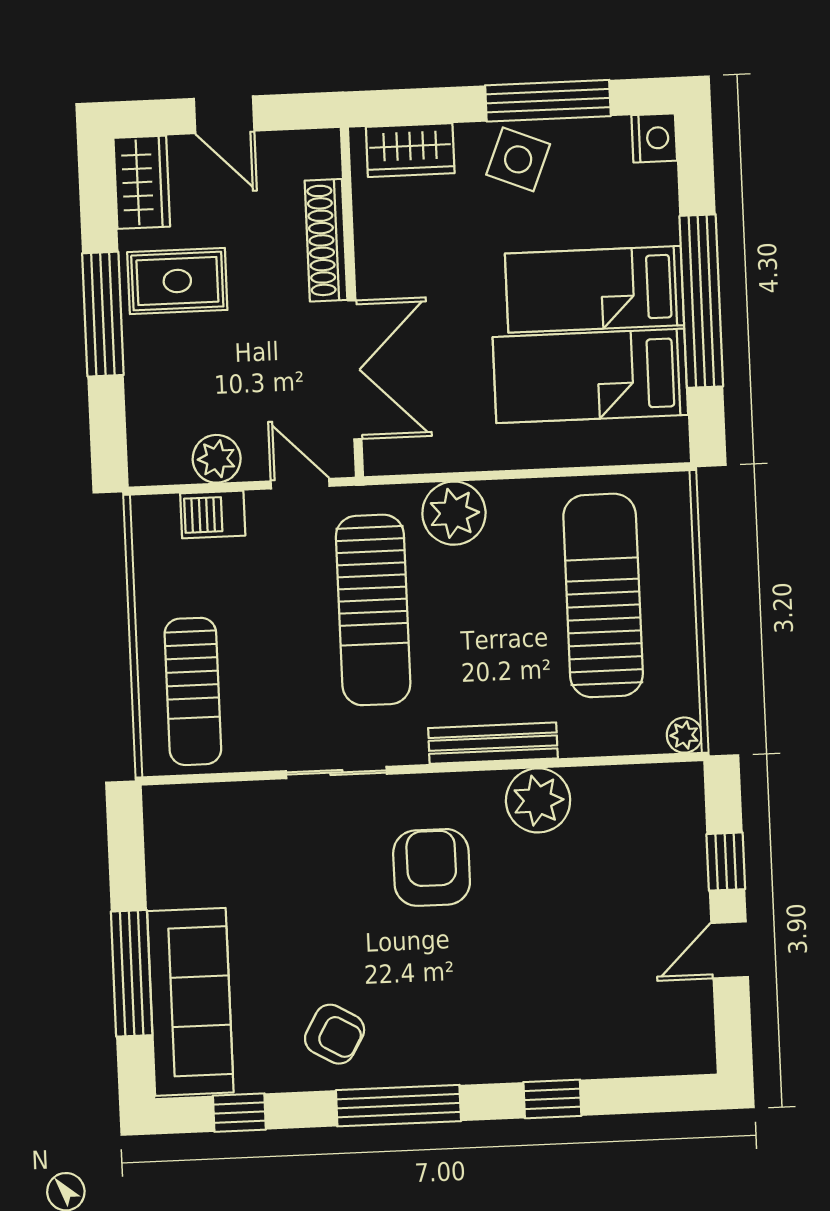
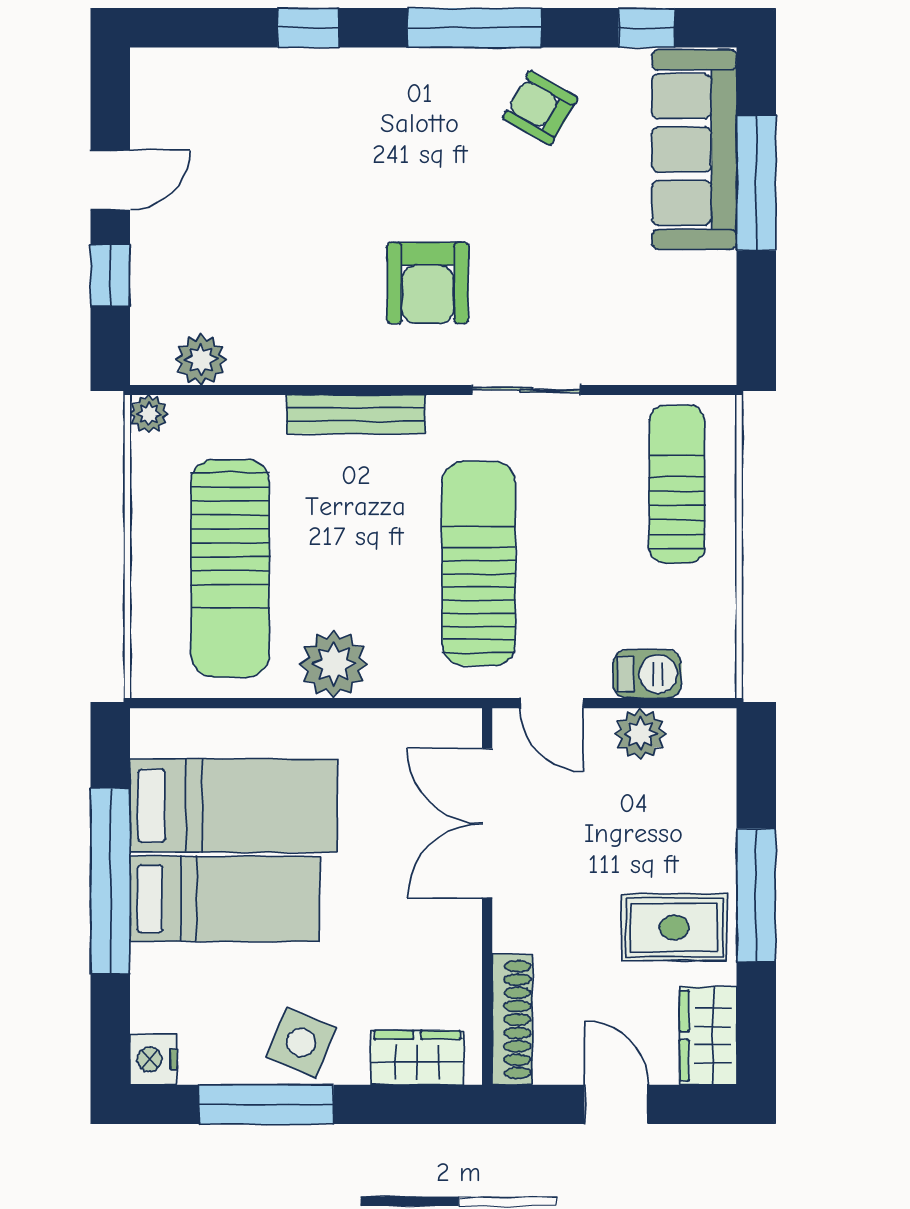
shoe rack: (326, 240) -> (512, 1020), moved
plant: (454, 513) -> (334, 664), moved
plant: (538, 800) -> (201, 360), moved, width x0.73, depth x0.73

